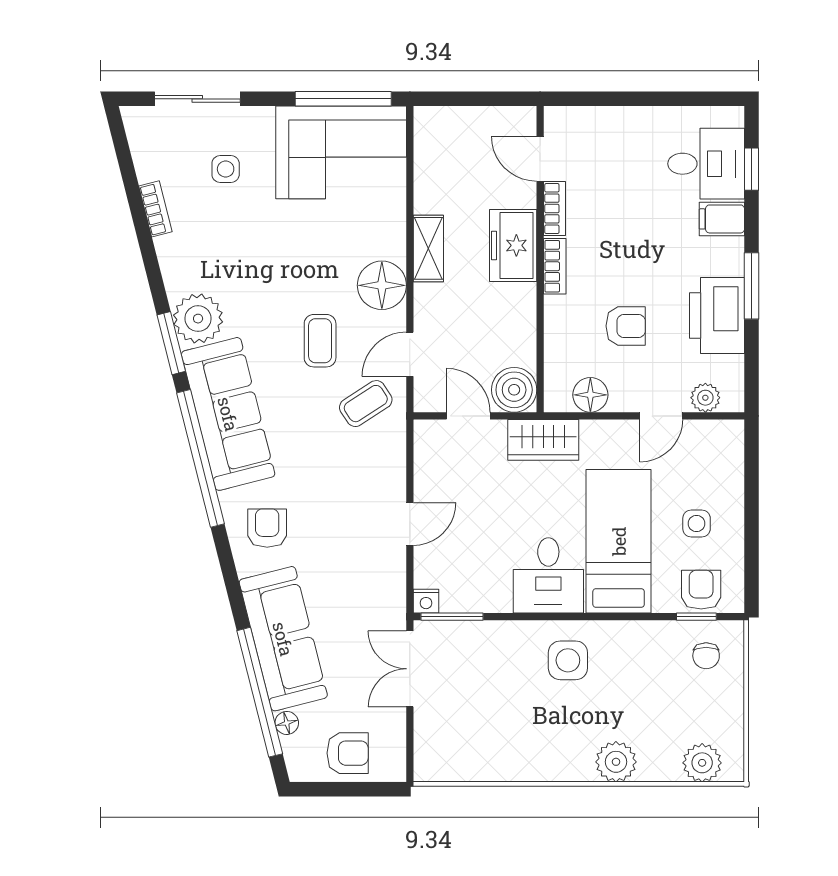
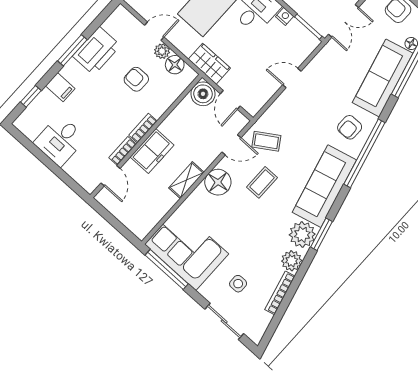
desk: (706, 164) -> (60, 140), moved, turned -90
bookcase: (155, 209) -> (280, 293), width x1.56
plant: (180, 268) -> (292, 261), added
plant: (705, 398) -> (162, 51), moved
window: (200, 458) -> (364, 153), moved
nightstand: (426, 601) -> (285, 16), moved

